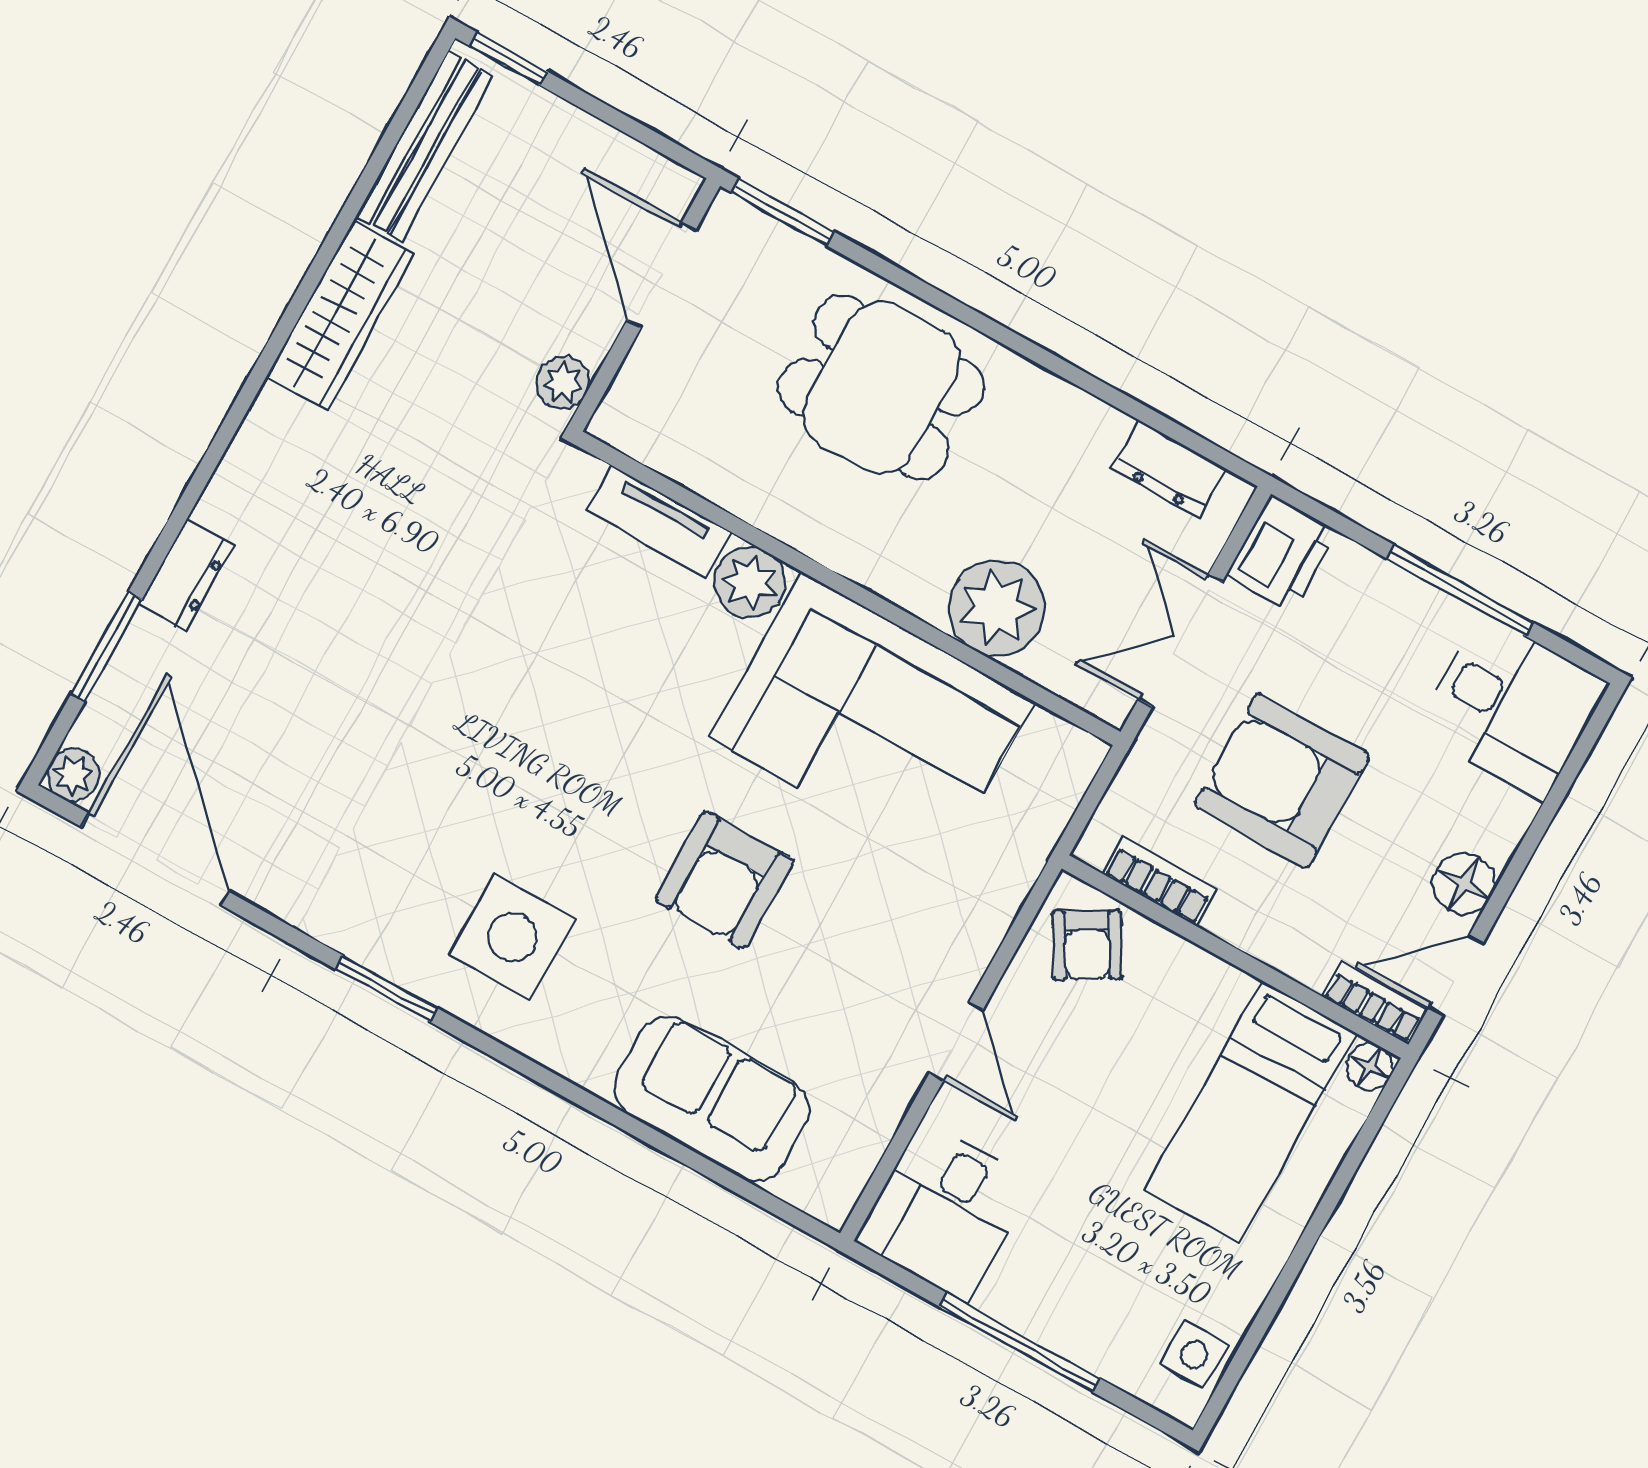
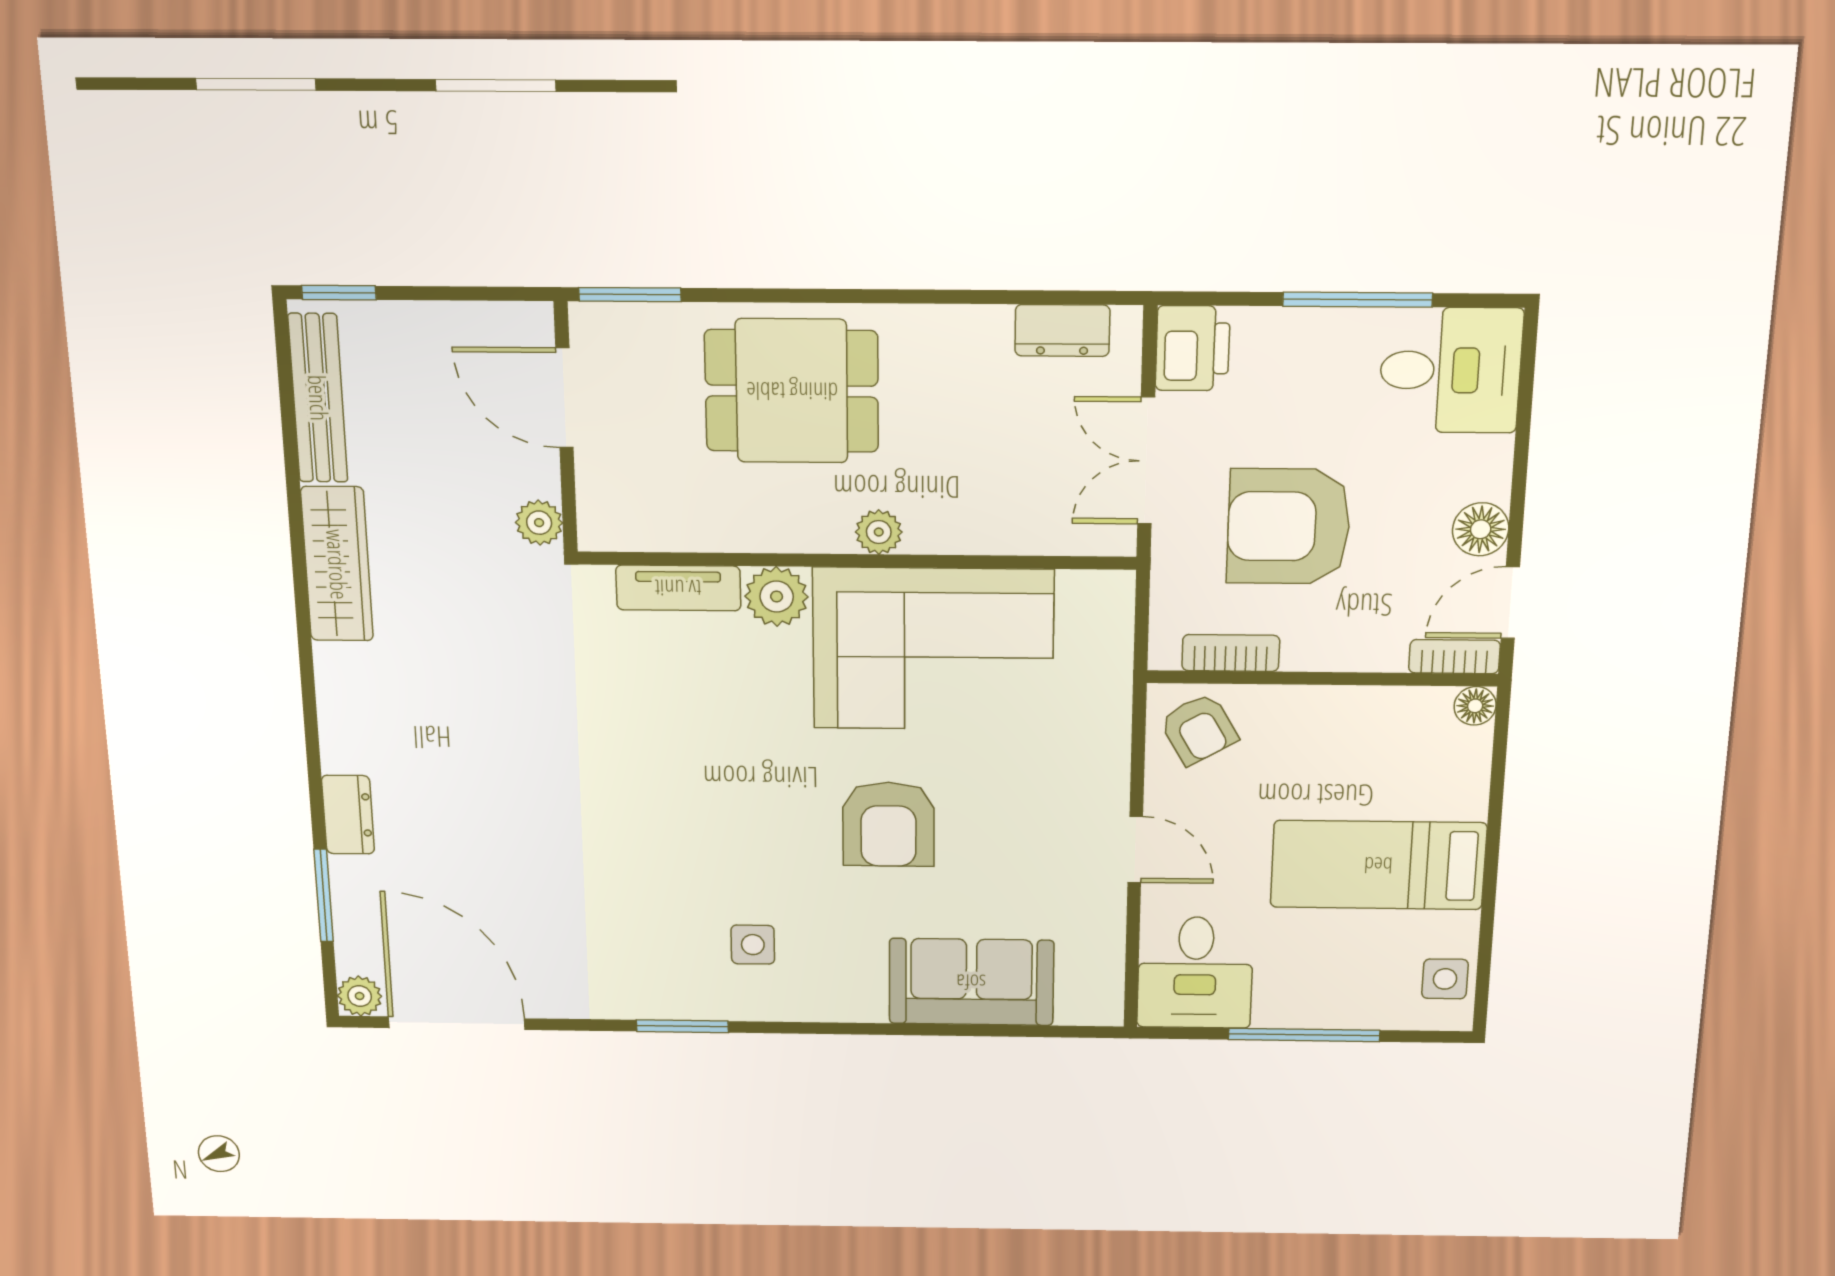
plant: (997, 608) -> (879, 532), moved, width x0.53, depth x0.53
side table: (512, 937) -> (753, 945), width x0.54, depth x0.54
bed: (1251, 1112) -> (1378, 865), moved, turned 90

